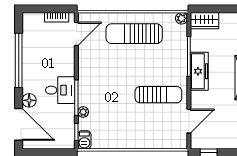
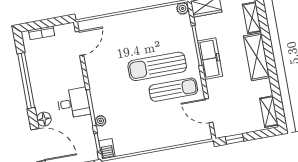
bookcase: (57, 17) -> (42, 33), moved
sun lounger: (134, 34) -> (157, 66), moved
door: (189, 121) -> (209, 111), swing flipped

